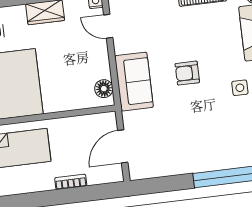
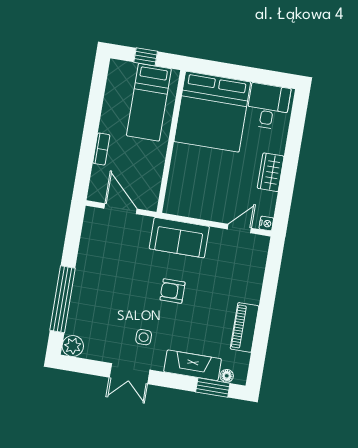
armchair: (187, 73) -> (172, 291), turned -90
floor lamp: (104, 89) -> (181, 207), removed

